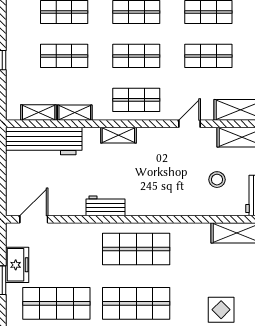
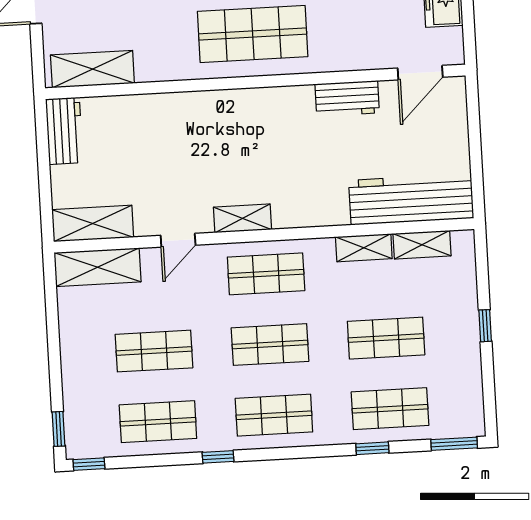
shelving: (118, 135) -> (242, 218), moved
stool: (217, 180) -> (129, 153), removed
workbench: (105, 206) -> (347, 98), moved

